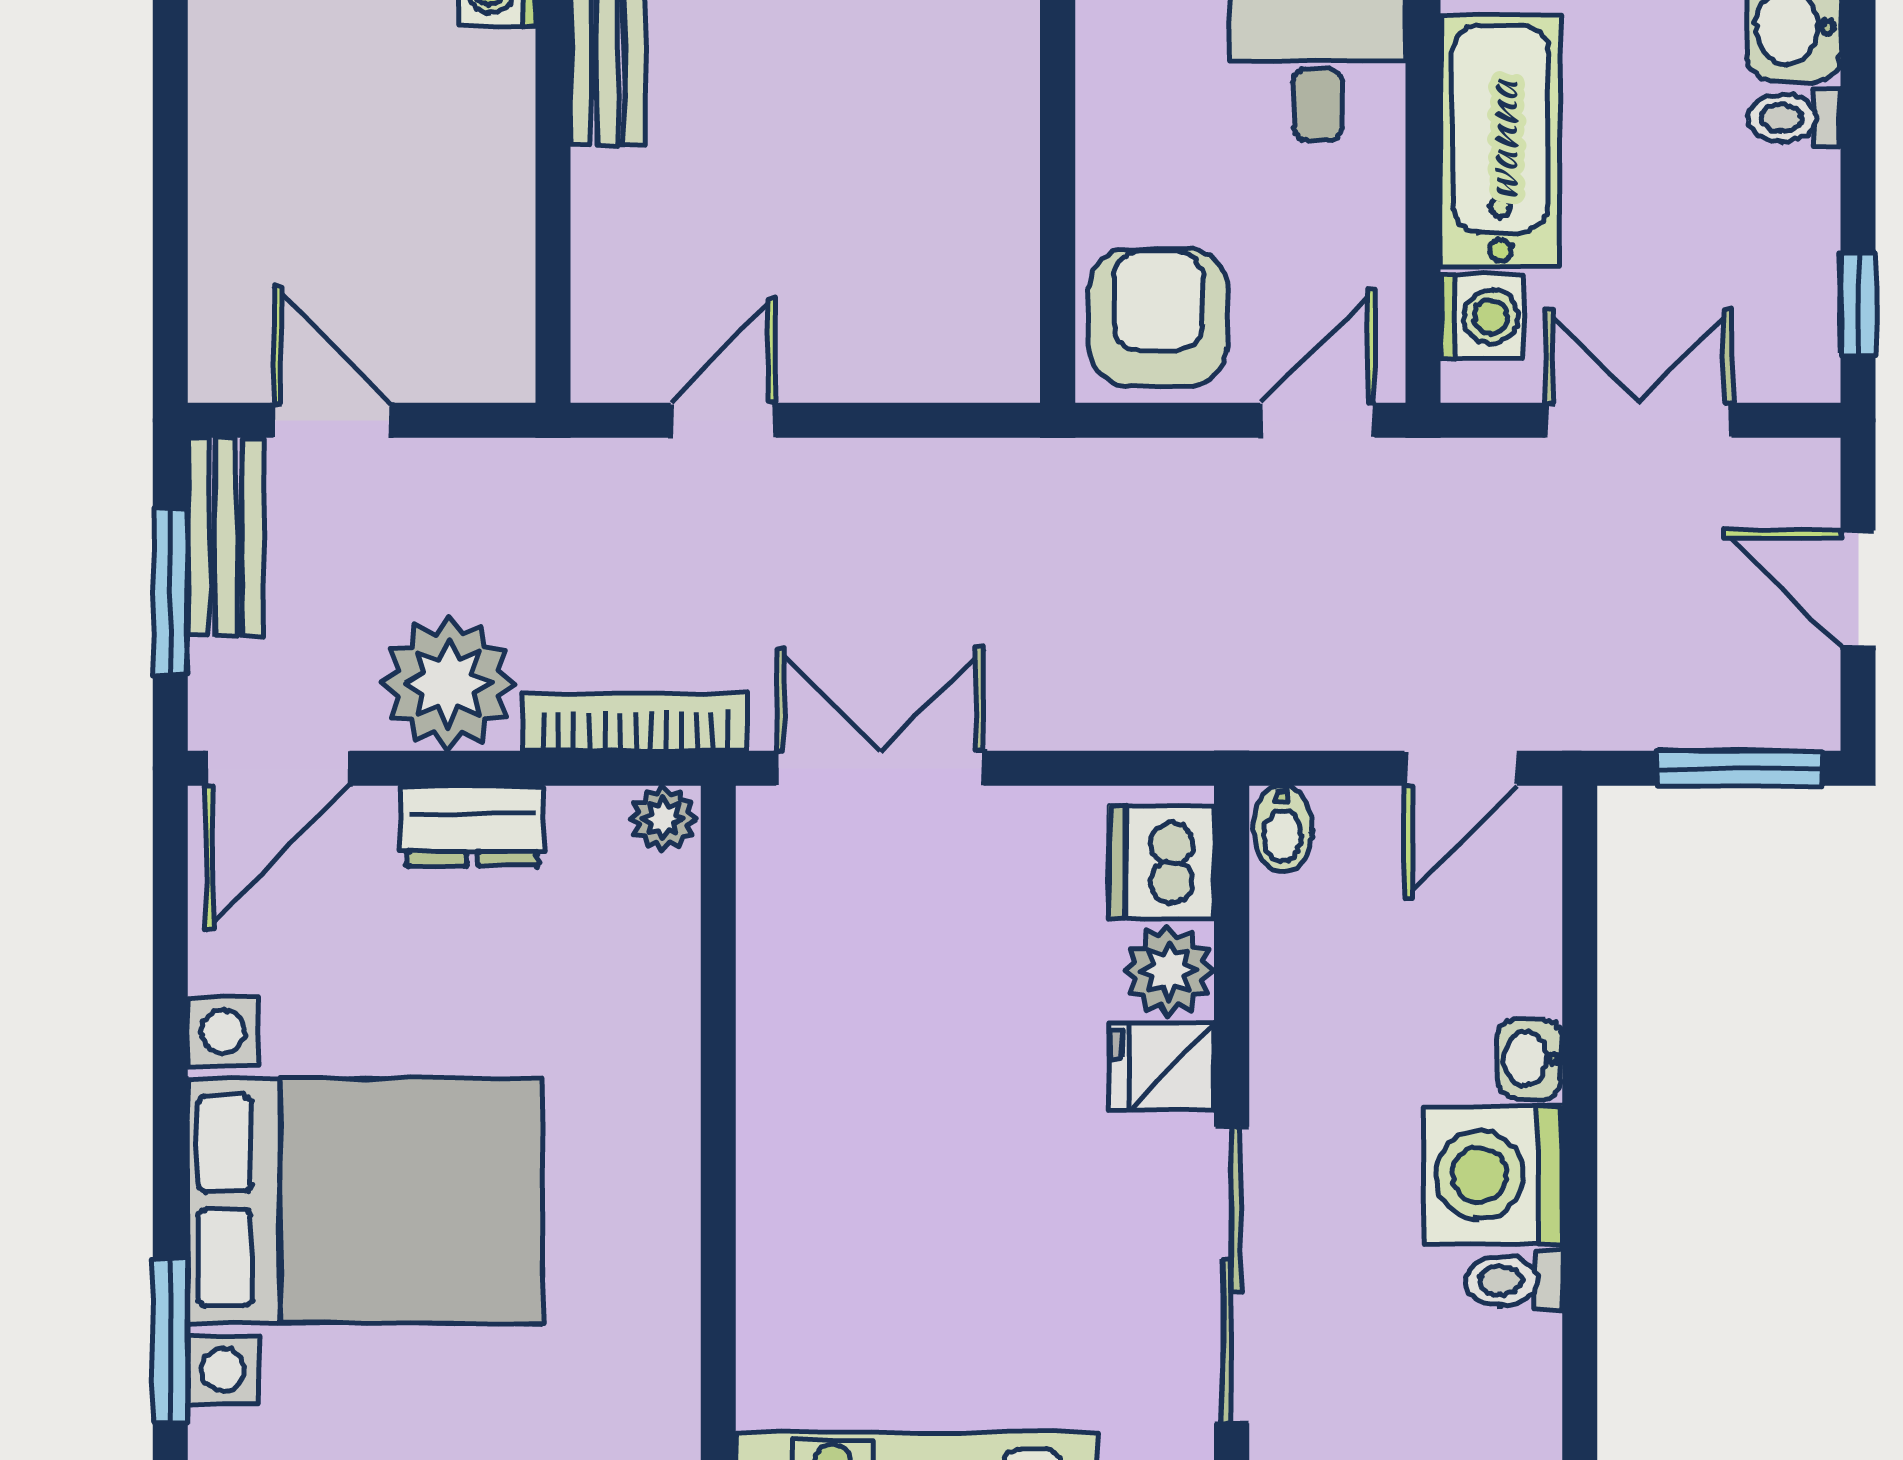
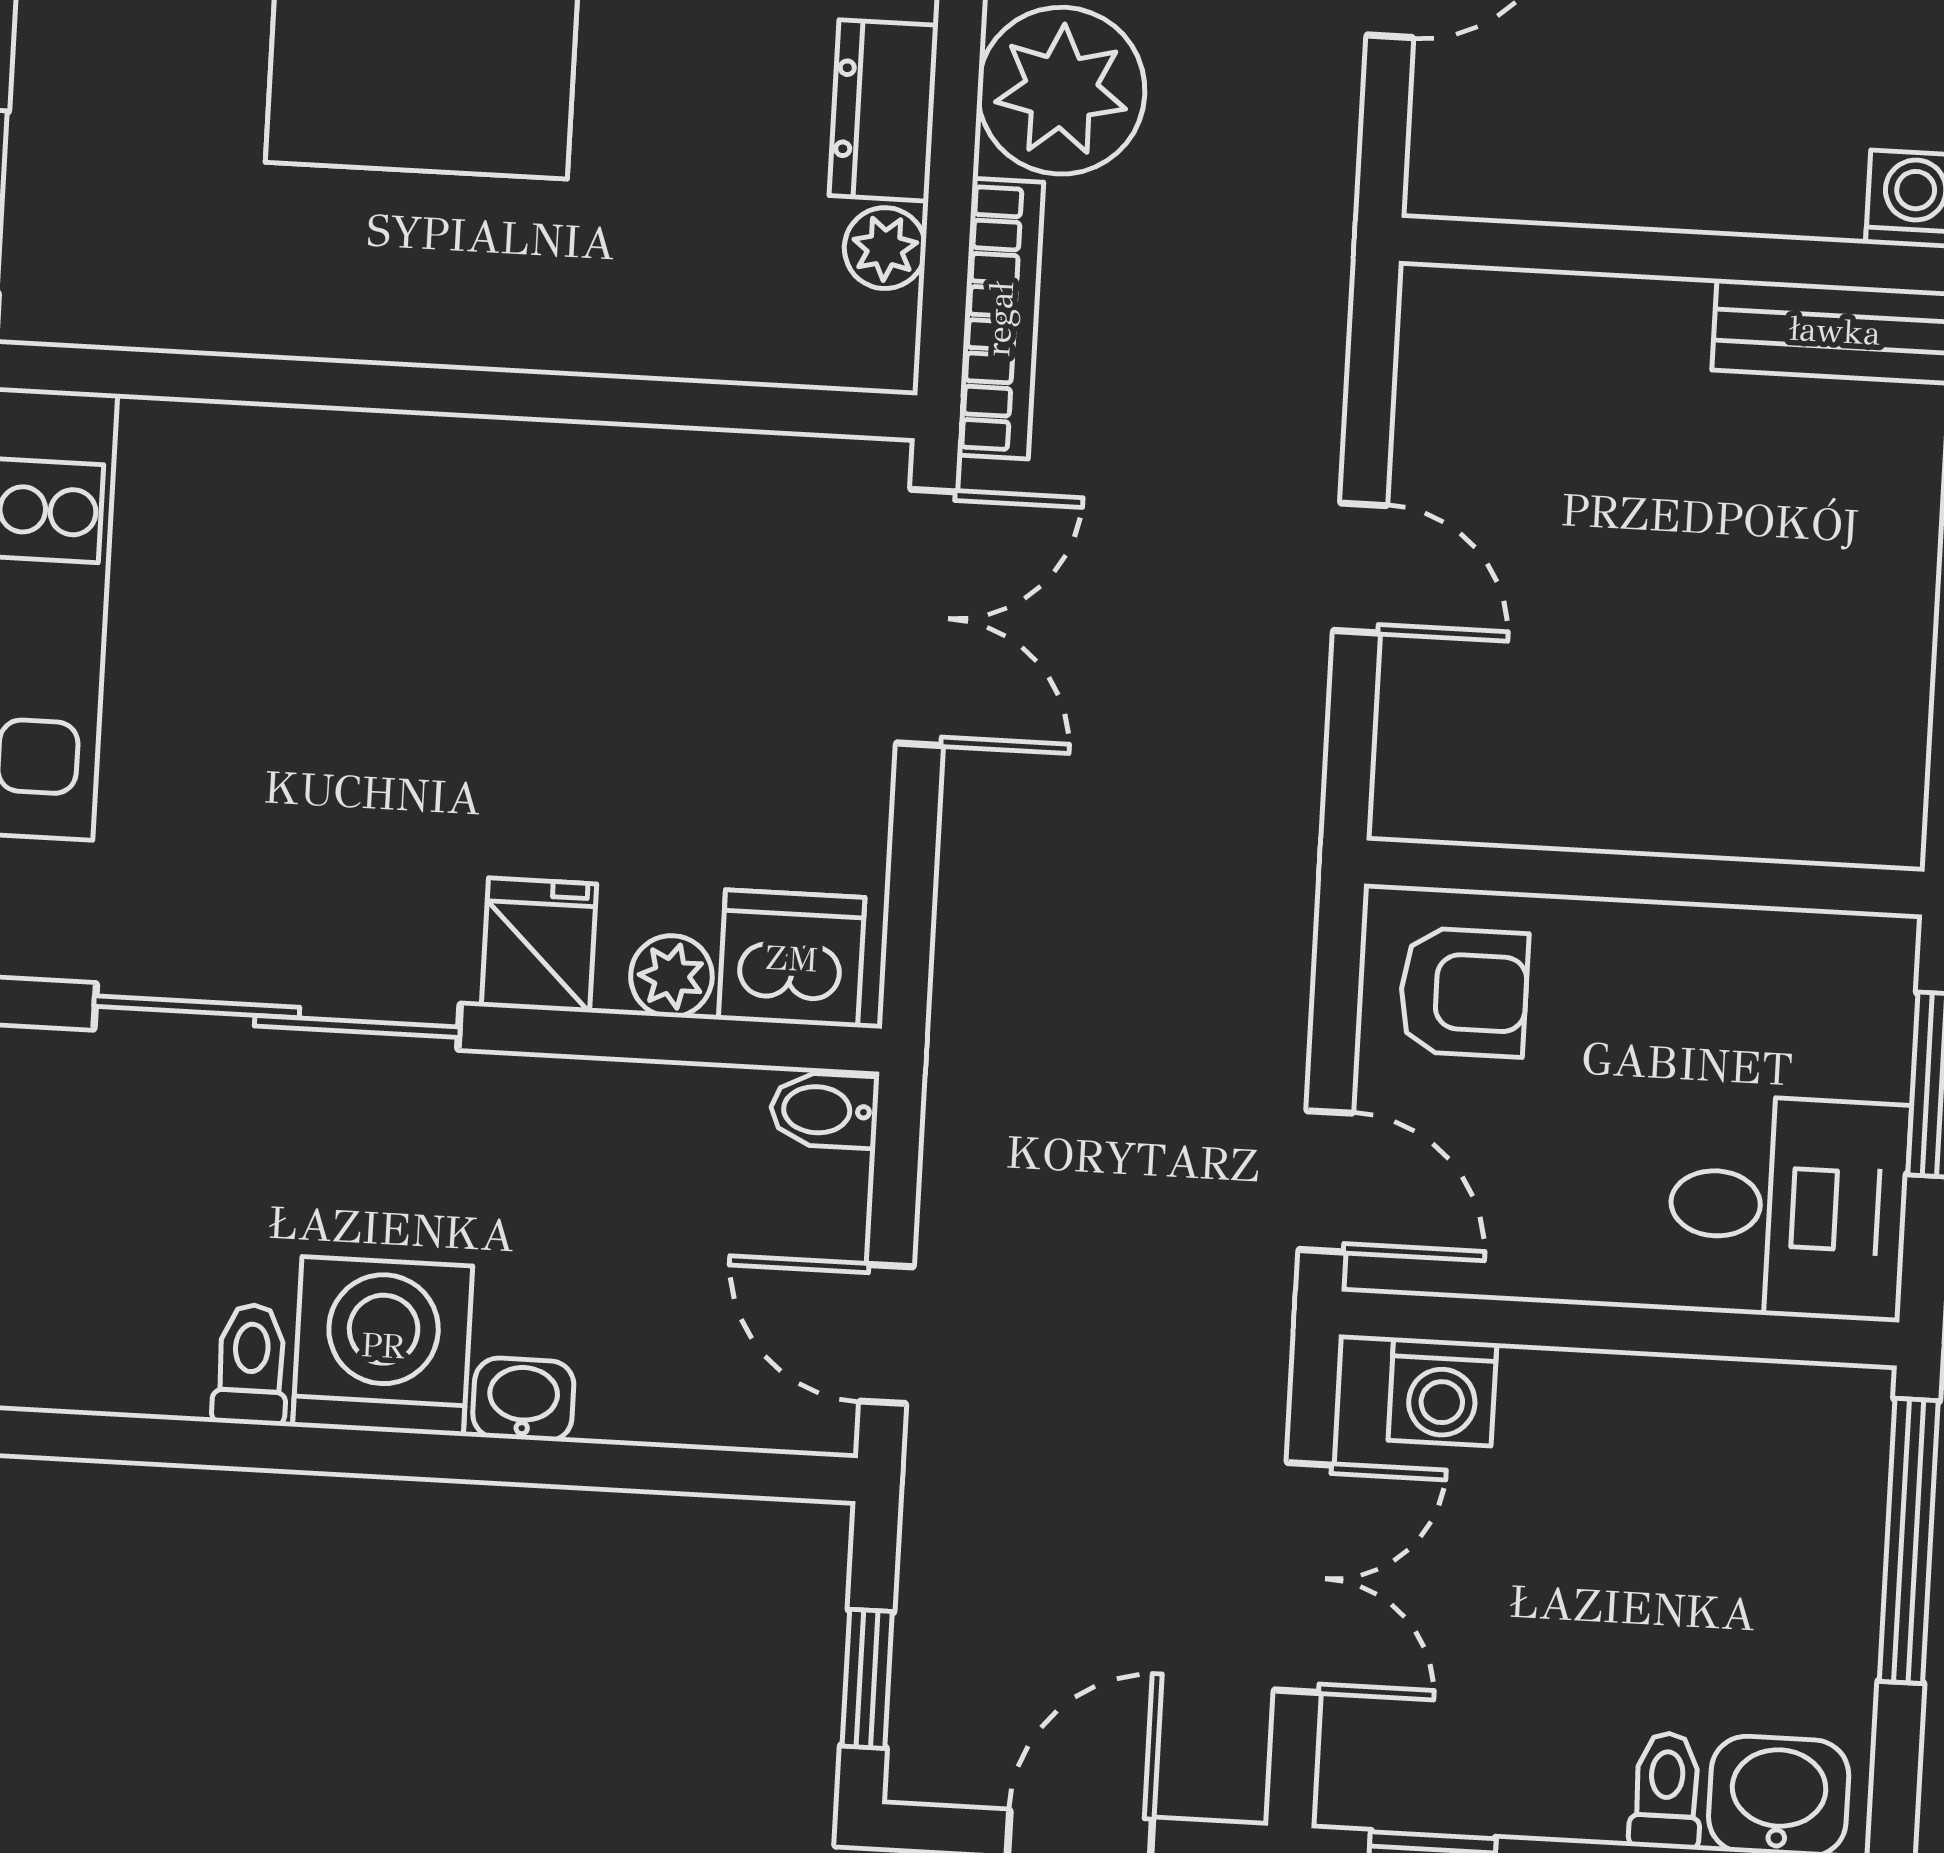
bathtub: (1500, 141) -> (1658, 1426), removed
armchair: (1158, 318) -> (1464, 992), width x0.72, depth x0.72
door: (723, 420) -> (1360, 568), moved
window: (1740, 768) -> (867, 1679), width x0.67
plant: (663, 819) -> (885, 248), moved
plant: (1169, 971) -> (671, 976), width x0.73, depth x0.73

